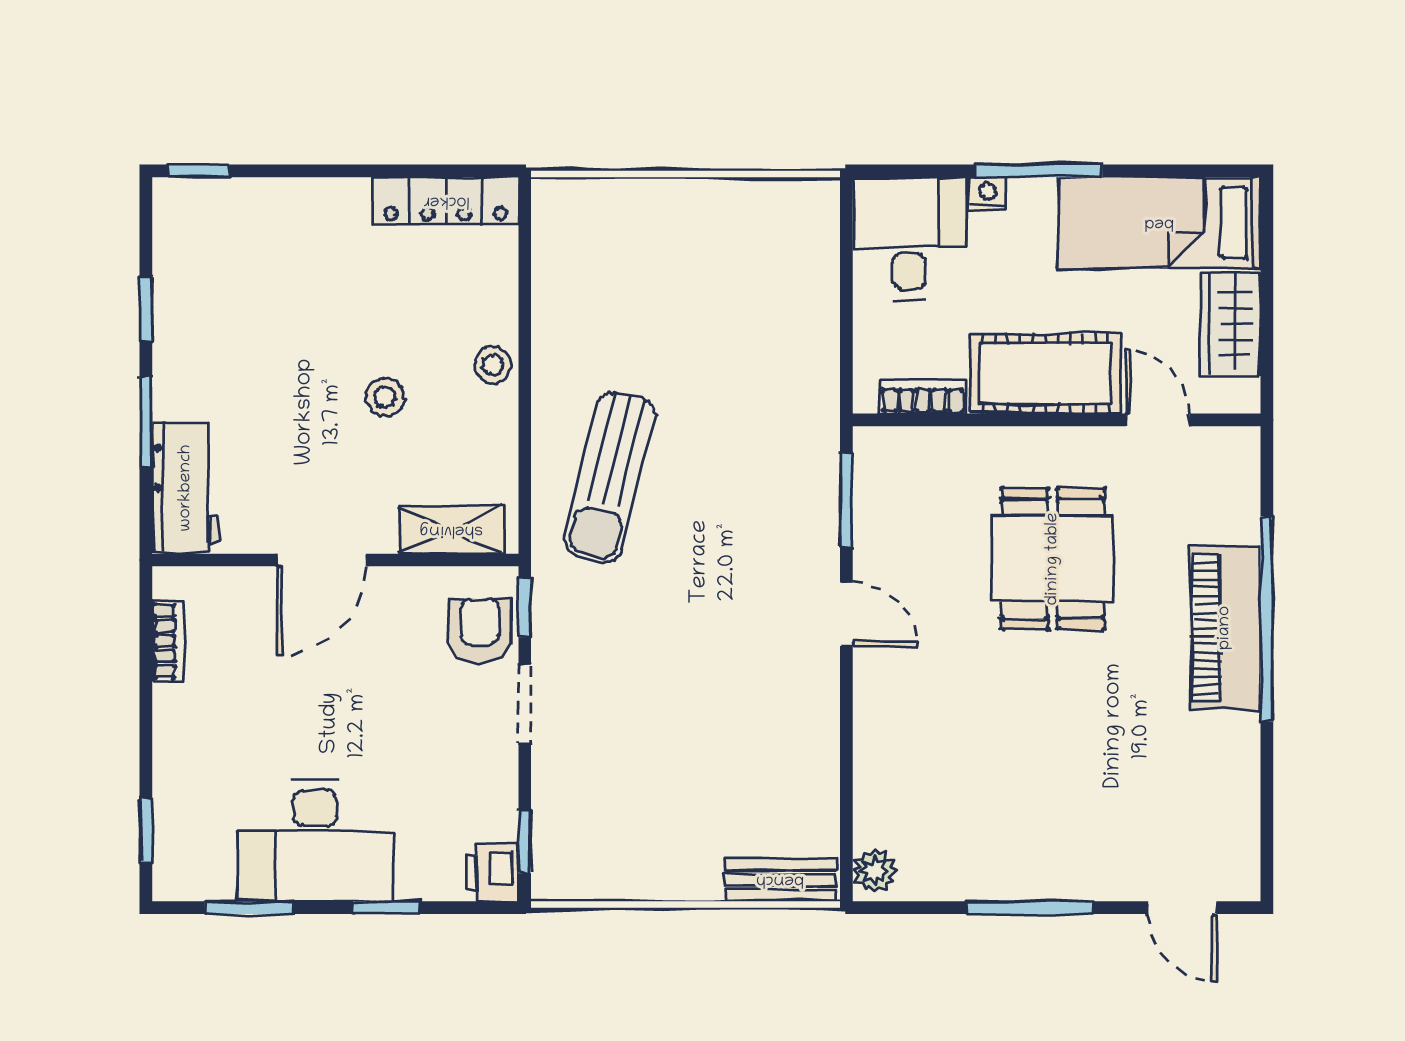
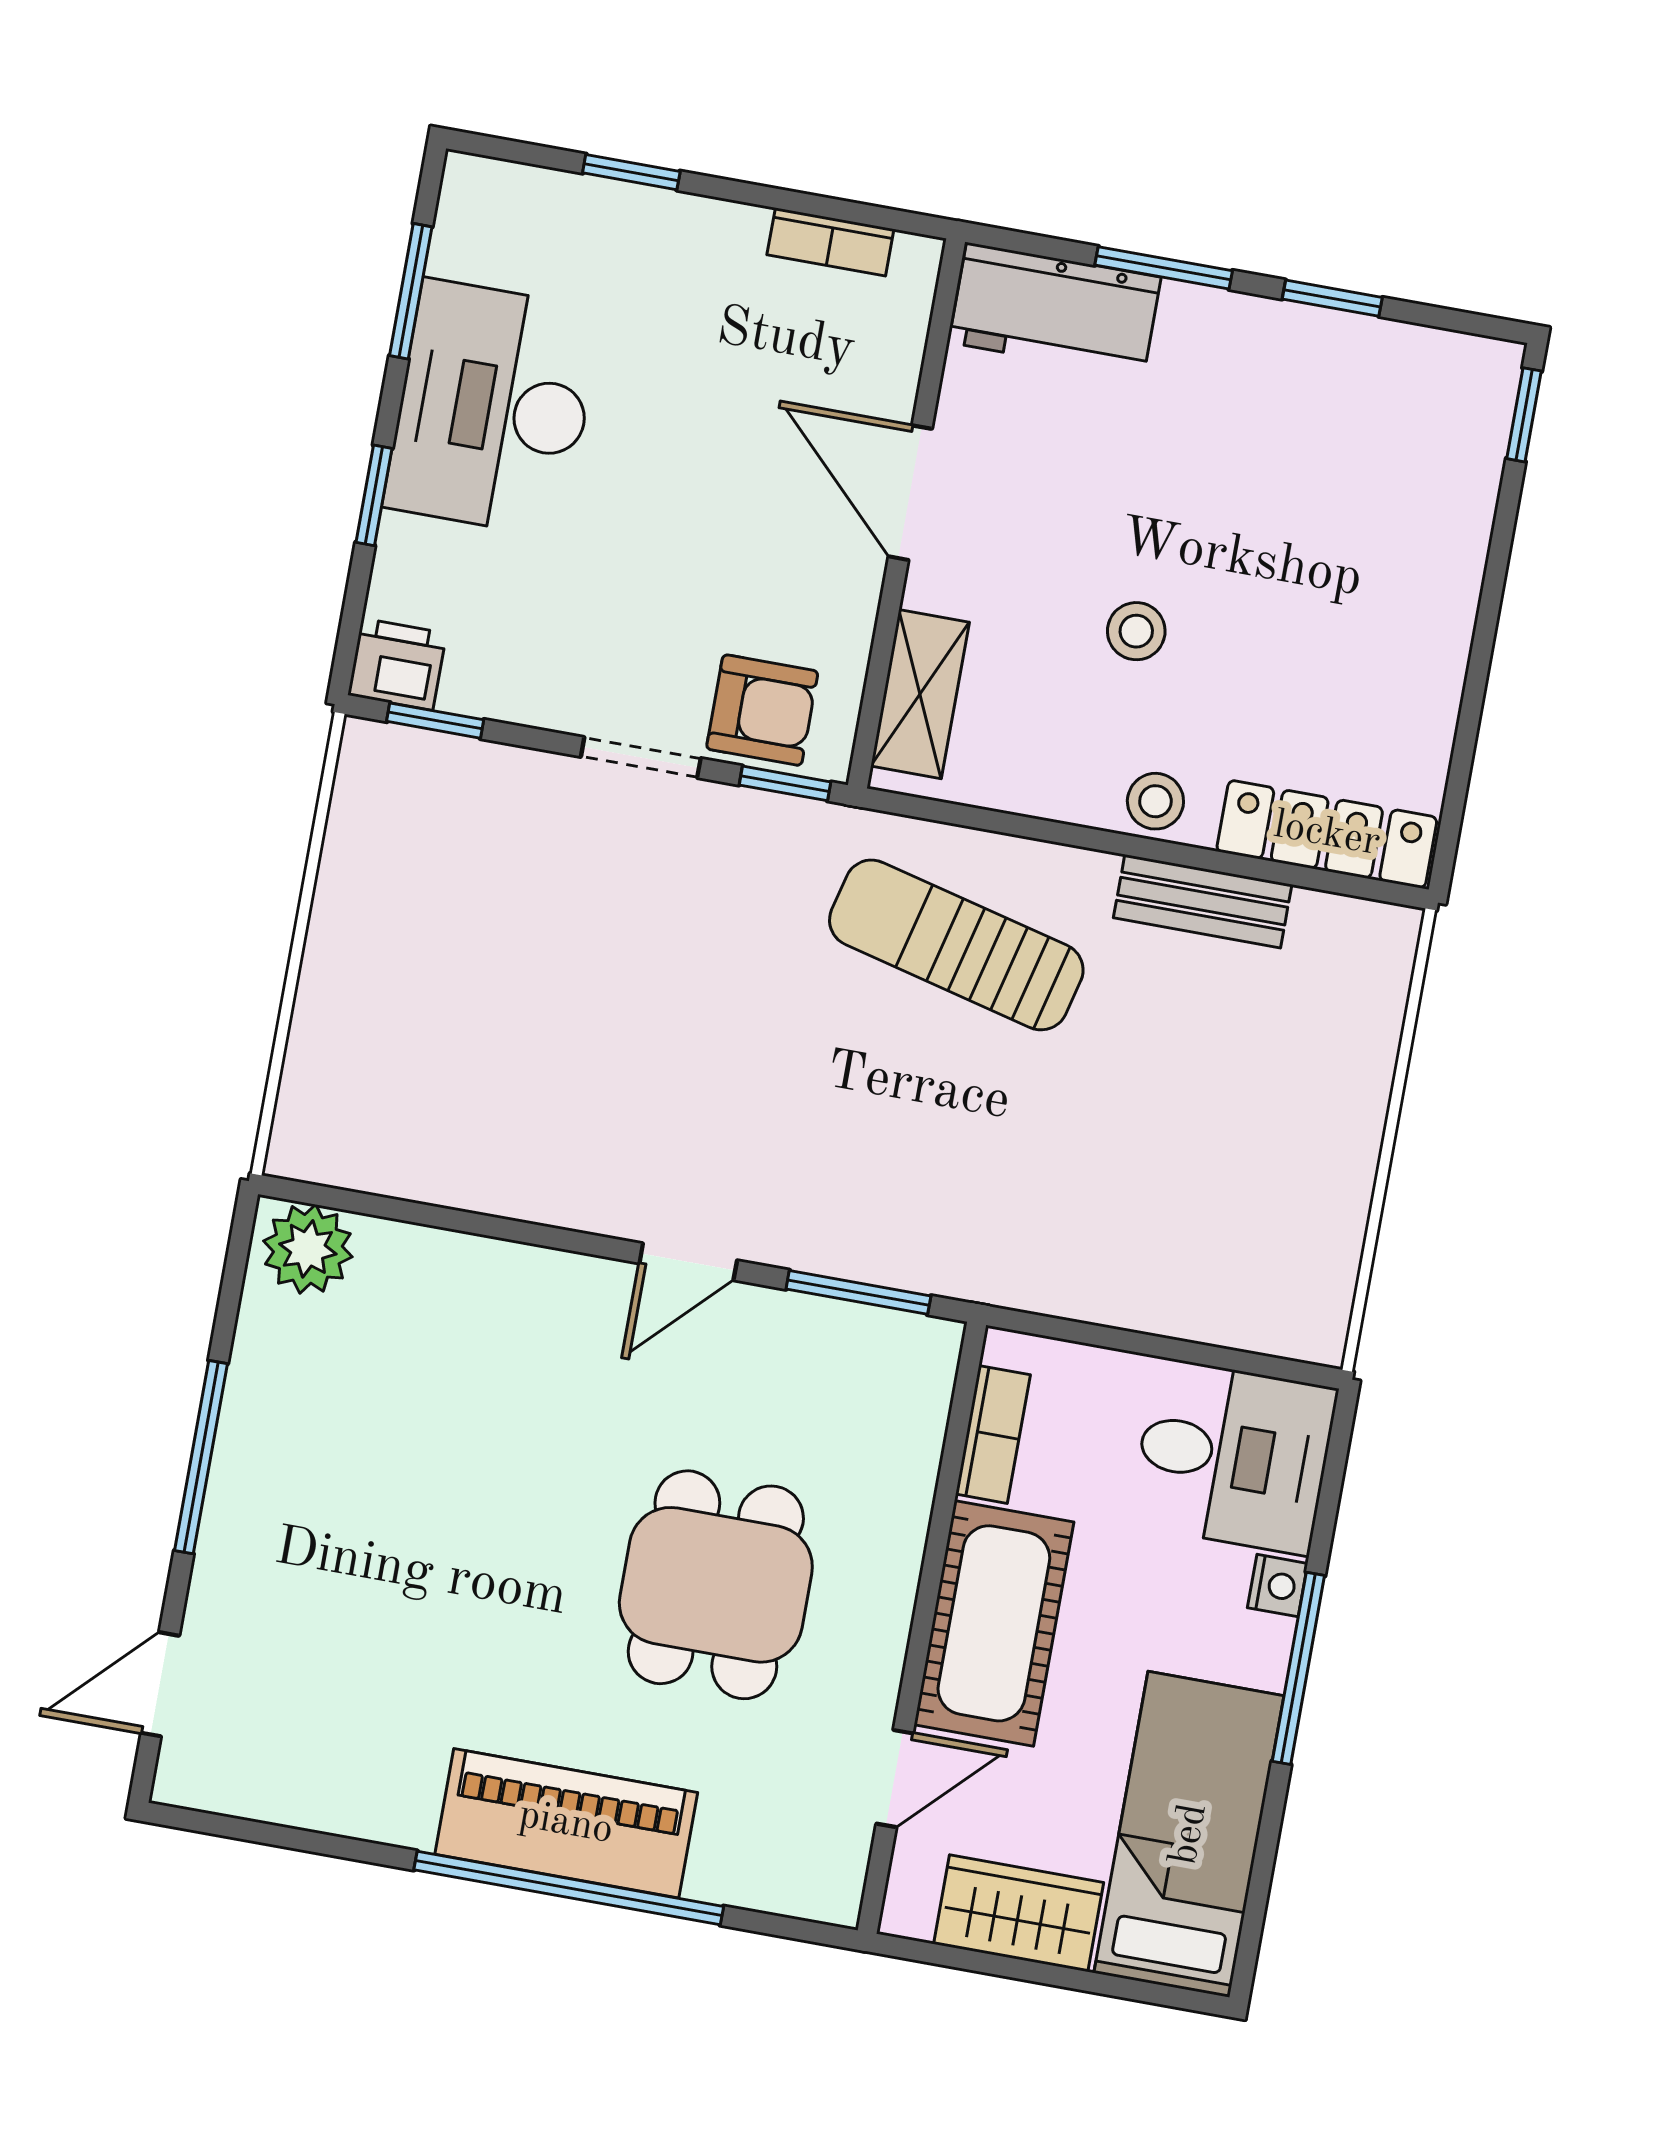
locker: (446, 201) -> (1327, 834), moved, turned 90
dining table: (1053, 559) -> (716, 1585), turned 90
window: (146, 830) -> (631, 172), moved
plant: (874, 871) -> (308, 1249), width x1.38, depth x1.38
bench: (780, 880) -> (1203, 901), moved, turned 90

